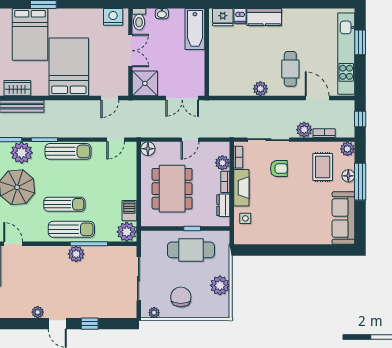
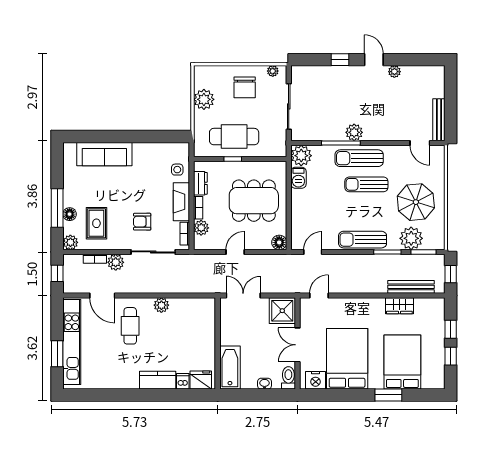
bed: (69, 67) -> (347, 359), moved, turned 180
wardrobe: (17, 88) -> (399, 306), moved
dining table: (172, 189) -> (254, 201), turned 90
sofa: (343, 218) -> (104, 154), moved, turned 90

